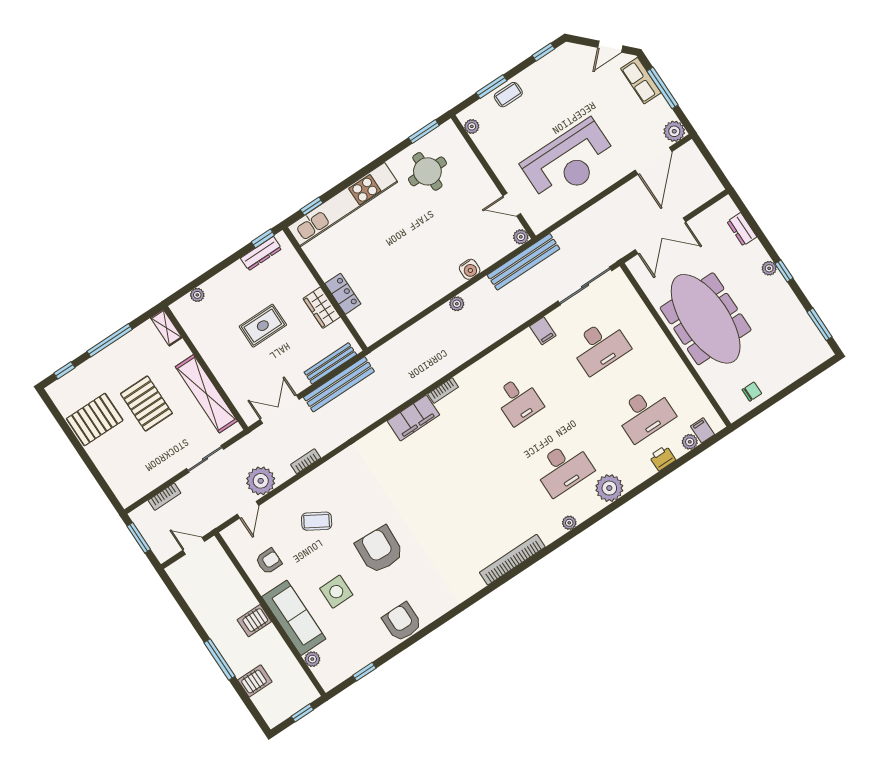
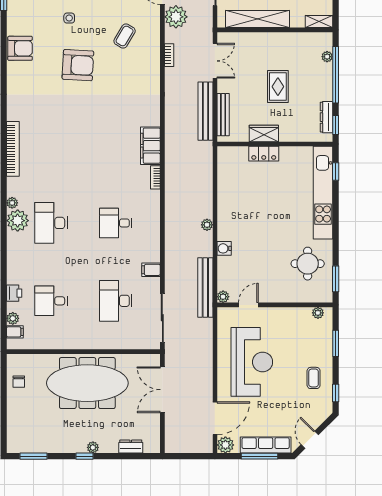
row of seats: (641, 81) -> (266, 445), width x1.48
coffee table: (508, 95) -> (314, 378), moved
reception desk: (569, 161) -> (252, 362), turned 180
door: (654, 161) -> (215, 418), swing flipped
window: (210, 273) -> (336, 75), added
desk: (645, 414) -> (51, 301), width x0.73
plant: (609, 488) -> (18, 221), moved
side table: (336, 592) -> (69, 18), width x0.54, depth x0.54

